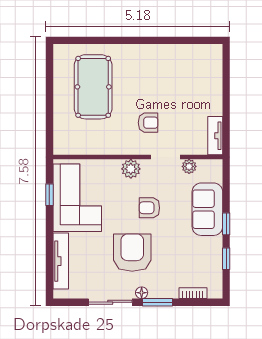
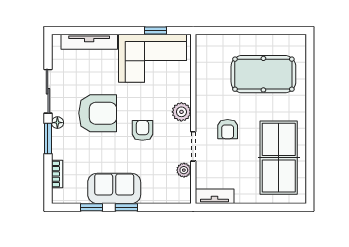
table tennis table: (177, 72) -> (279, 158), added
sofa: (207, 209) -> (114, 188), moved

